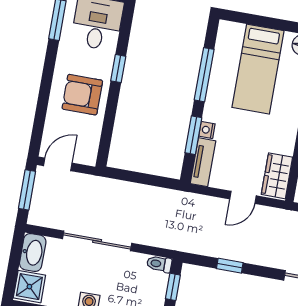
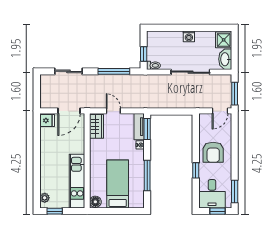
armchair: (82, 95) -> (213, 152), turned 90
window: (193, 135) -> (147, 129), moved
door: (243, 197) -> (113, 111), hinge flipped
window: (230, 266) -> (114, 71), width x2.17

